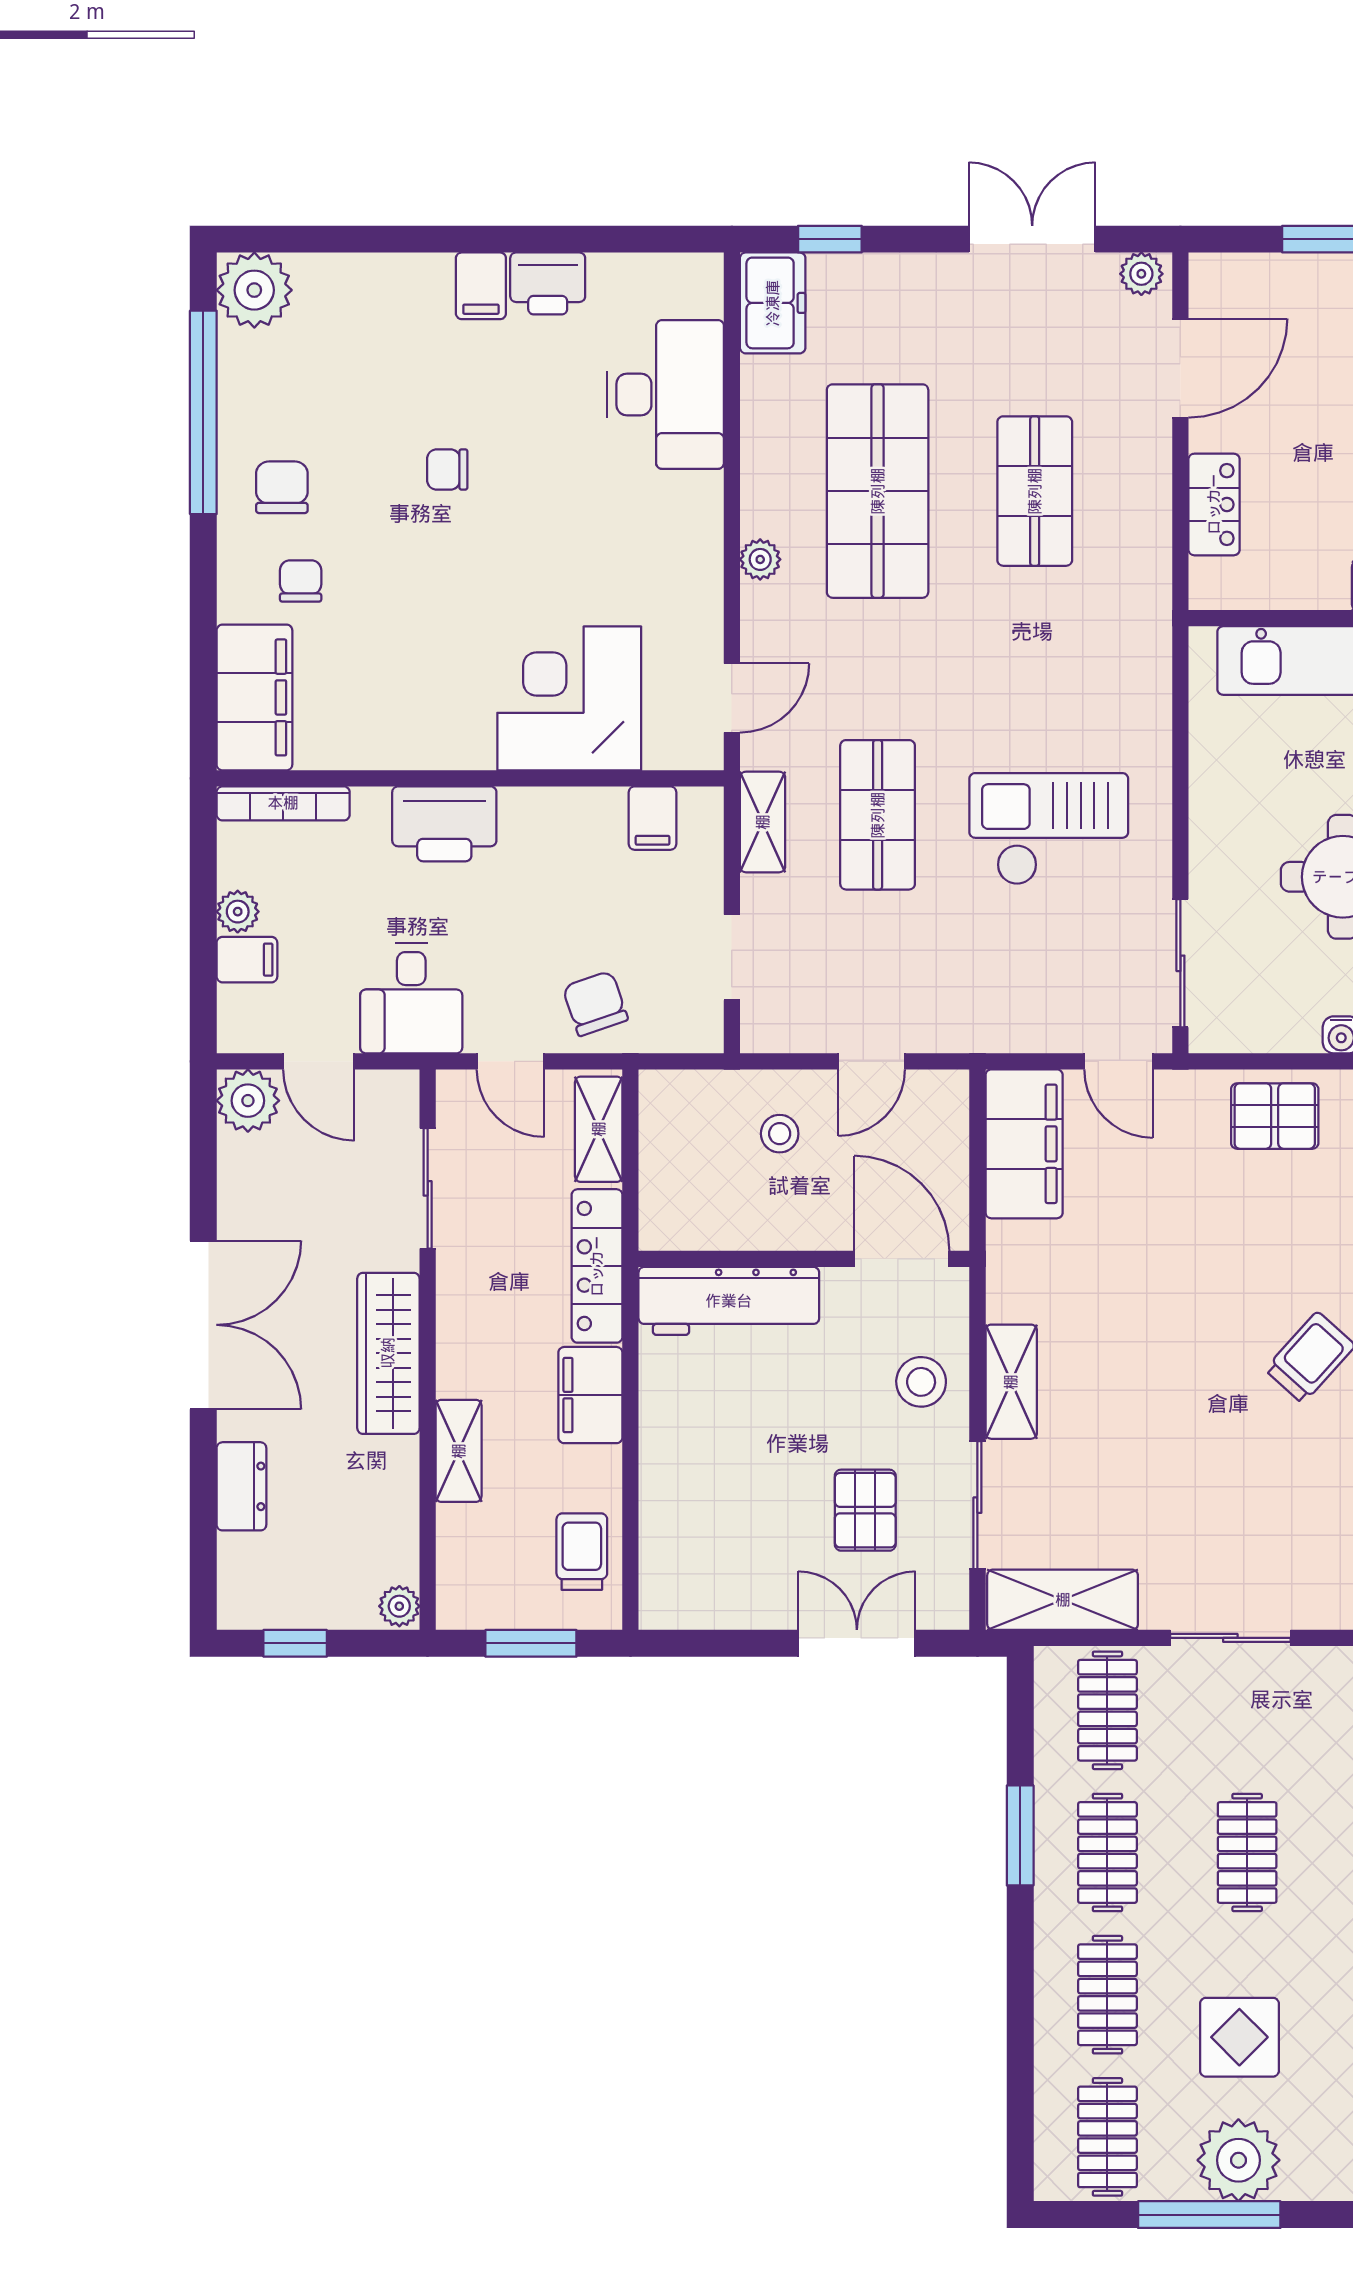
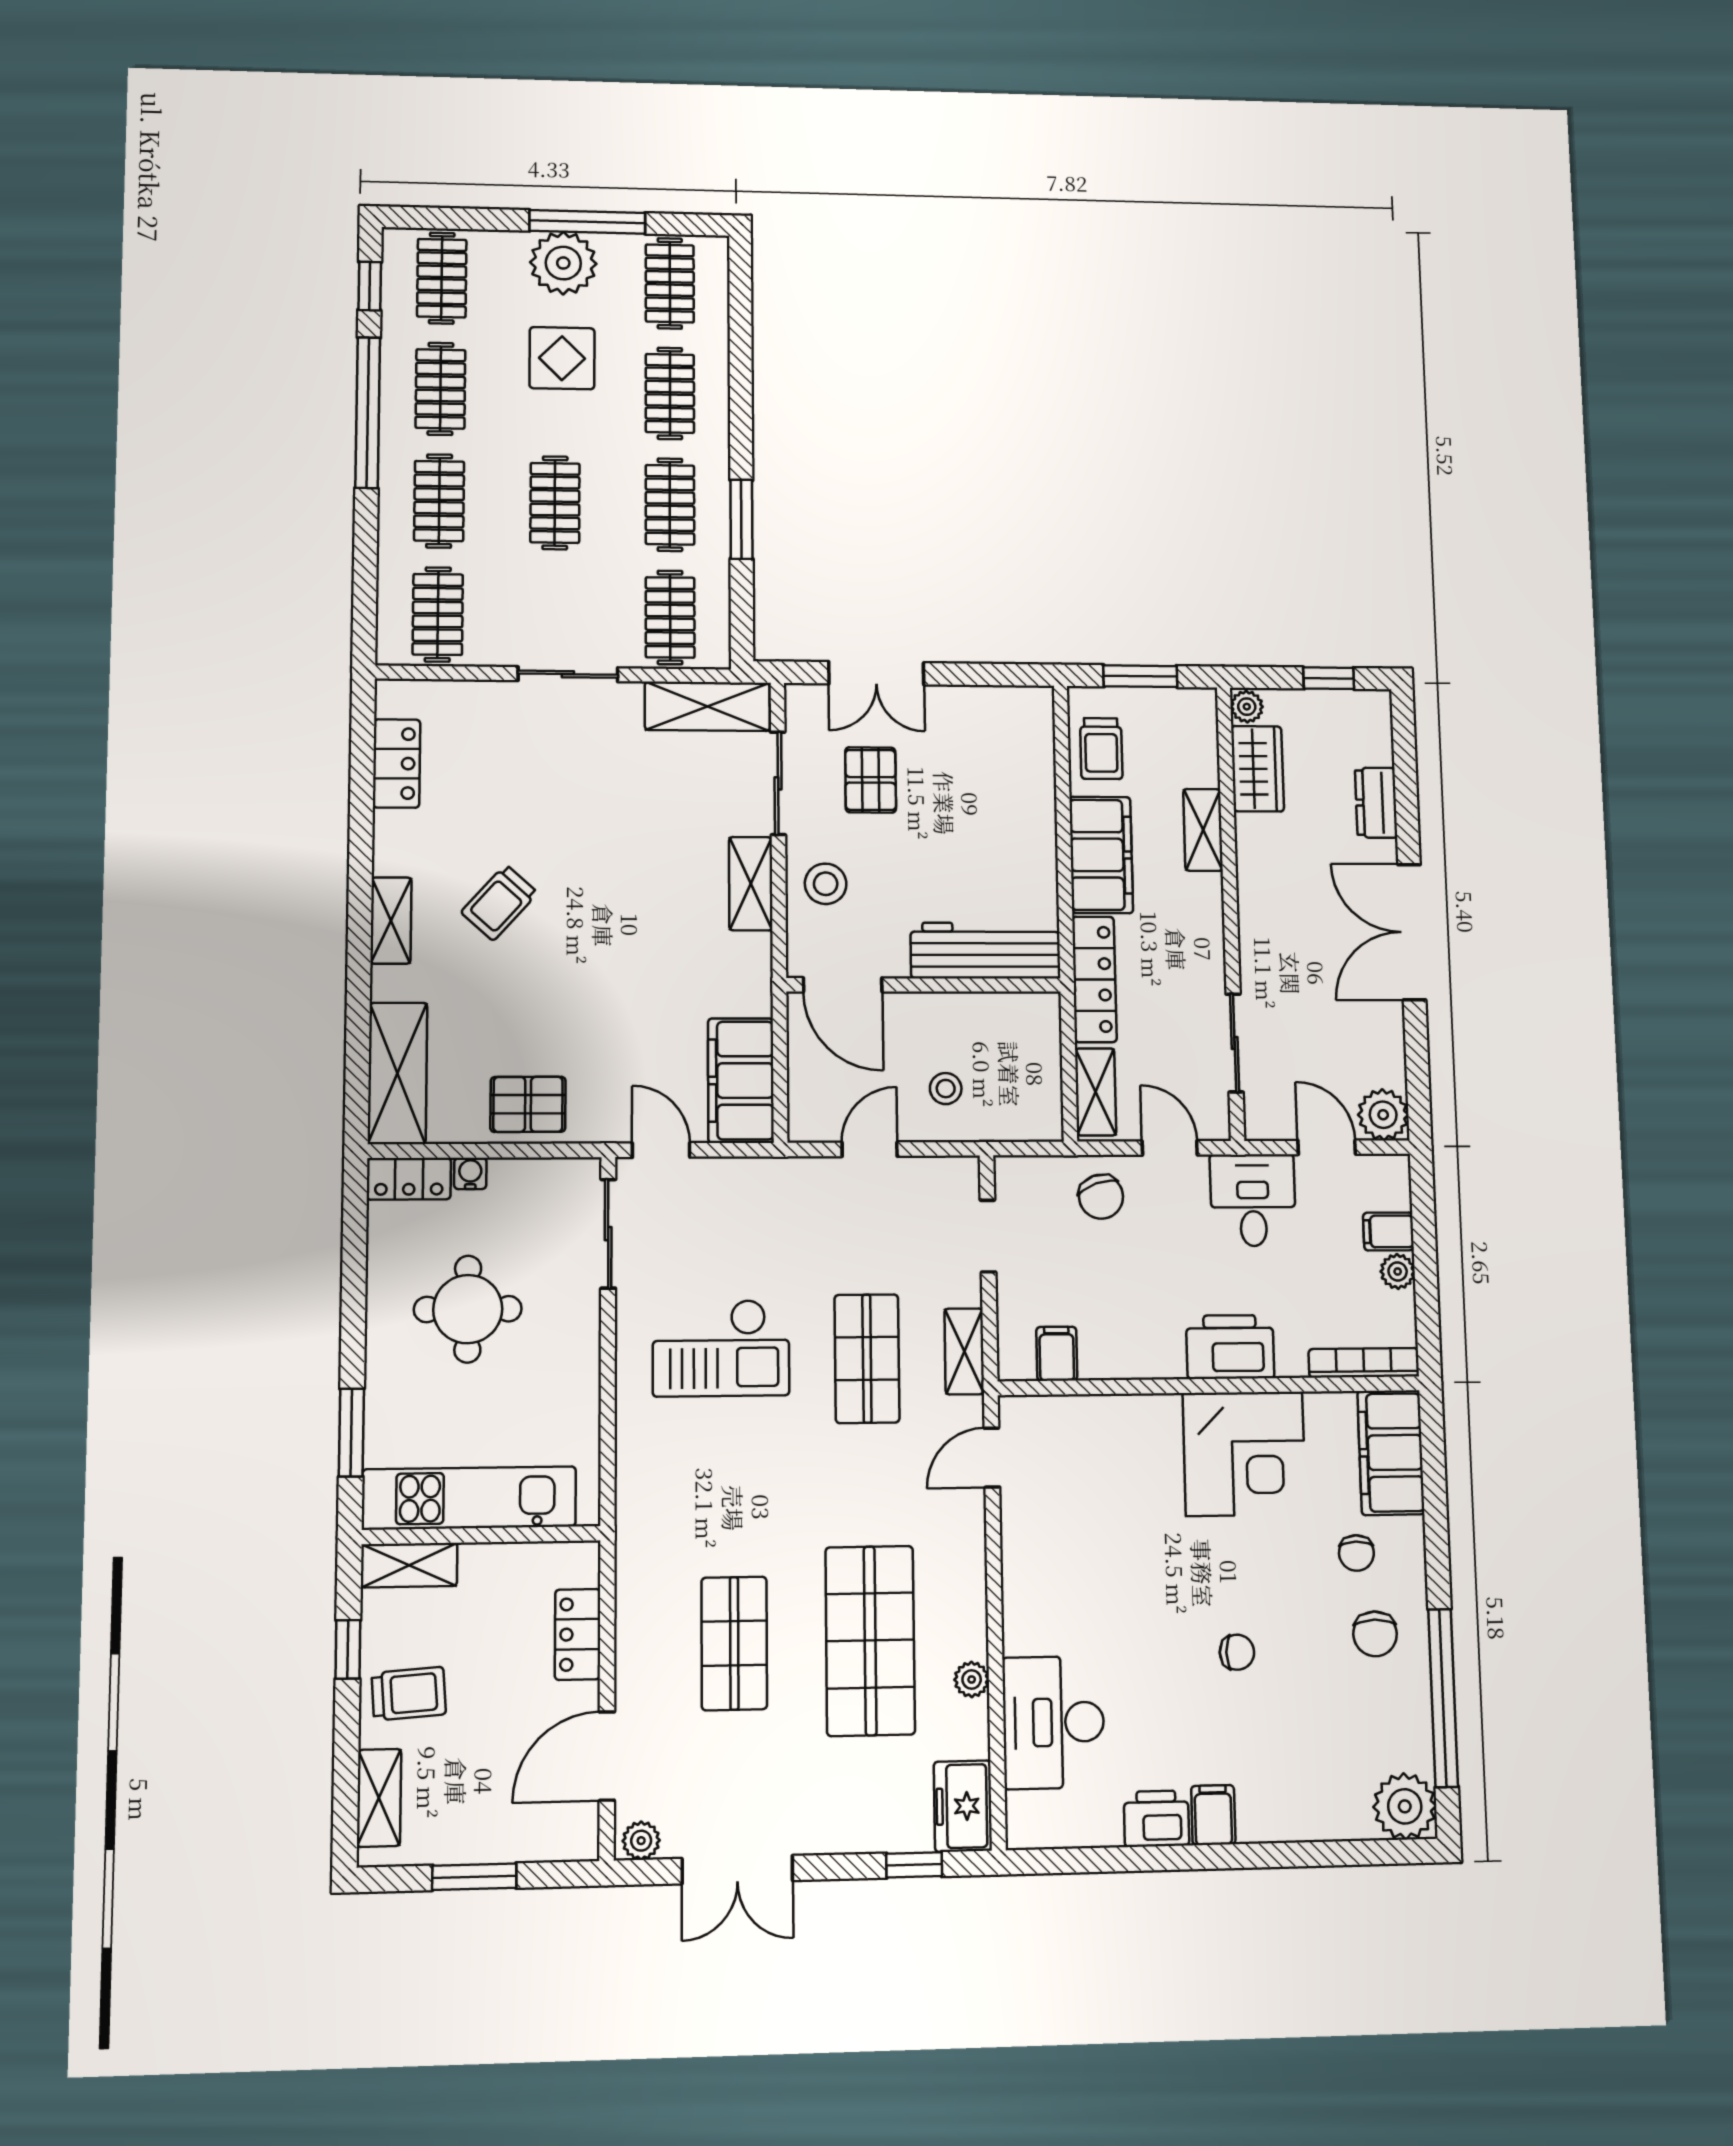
plant: (760, 559) -> (972, 1679), moved
corner desk: (569, 698) -> (1244, 1454), moved
wardrobe: (388, 1353) -> (1257, 769), moved, width x0.67
filing cabinet: (590, 1395) -> (1101, 855), width x1.50, depth x1.17

